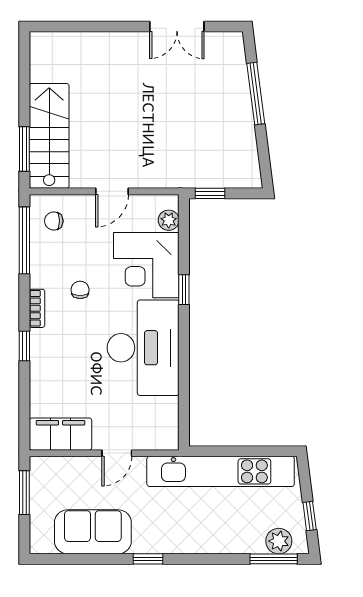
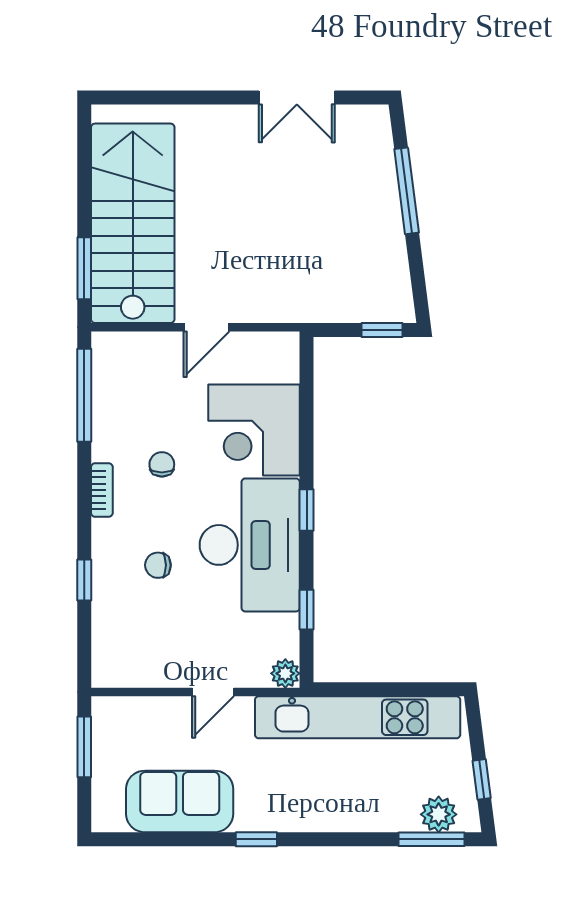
stairs: (49, 136) -> (133, 223), width x1.36, depth x1.51
window: (210, 193) -> (382, 330), moved
plant: (169, 220) -> (285, 673), moved
chair: (54, 221) -> (158, 565), moved
window: (184, 290) -> (307, 510), moved
window: (24, 346) -> (84, 580), moved
window: (184, 394) -> (307, 610), added
filing cabinet: (61, 434) -> (135, 665), removed

